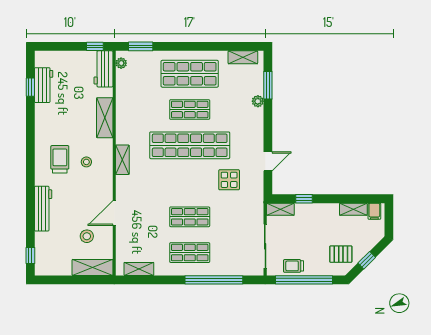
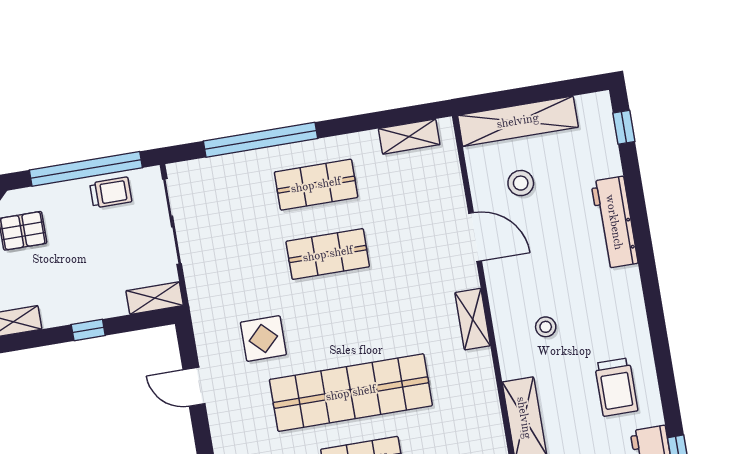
trolley: (60, 159) -> (616, 387), moved
shelving: (122, 160) -> (473, 319), moved
door: (268, 161) -> (194, 387), hinge flipped
window: (304, 199) -> (88, 330), moved
door: (114, 213) -> (475, 237), hinge flipped
shelving: (93, 267) -> (518, 121), width x1.47

